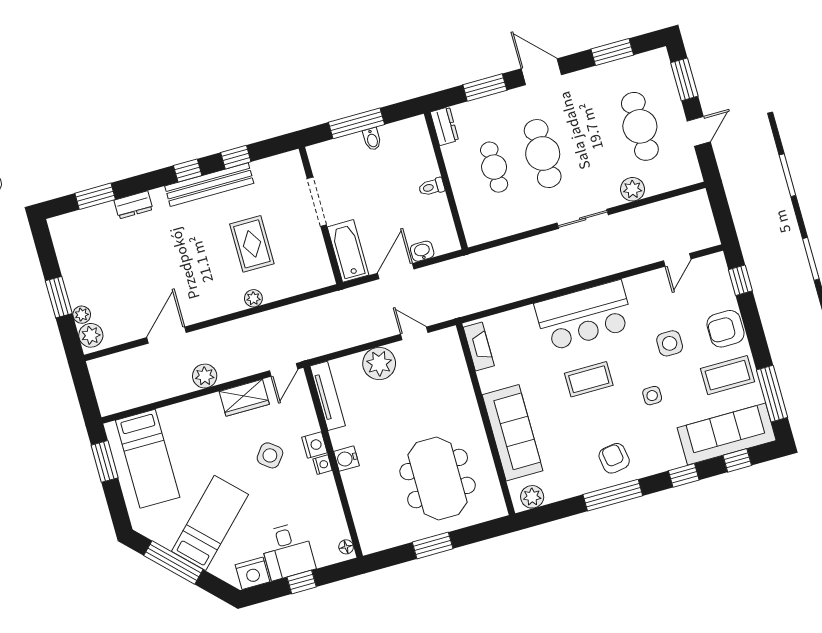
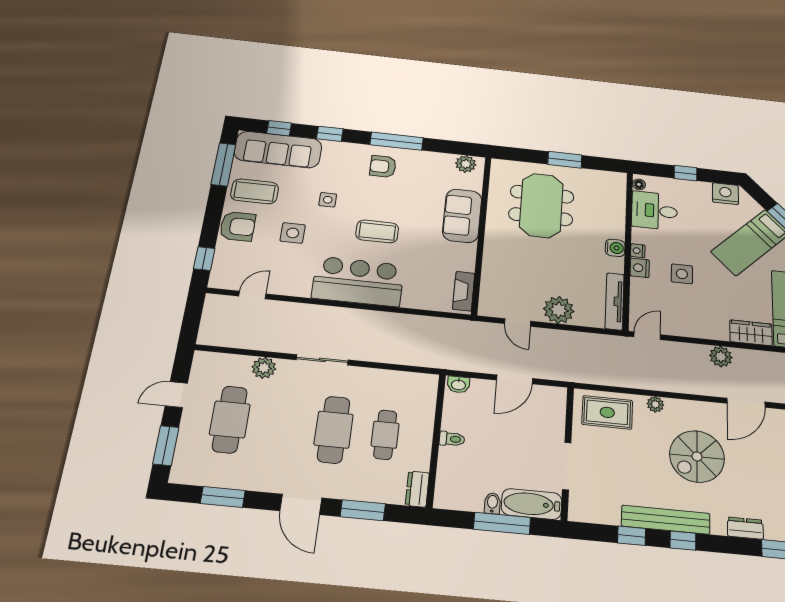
rug: (252, 244) -> (607, 412), moved, turned 90
bathtub: (348, 251) -> (532, 504), moved, turned 90
washbasin: (422, 251) -> (458, 385), moved
spiral stairs: (198, 259) -> (697, 456), added
wardrobe: (244, 398) -> (751, 333), moved
sofa: (512, 433) -> (462, 216), width x0.73
side table: (270, 455) -> (682, 274), turned -38
armchair: (614, 458) -> (383, 166), turned 99
desk: (287, 551) -> (654, 211), moved, turned -90

